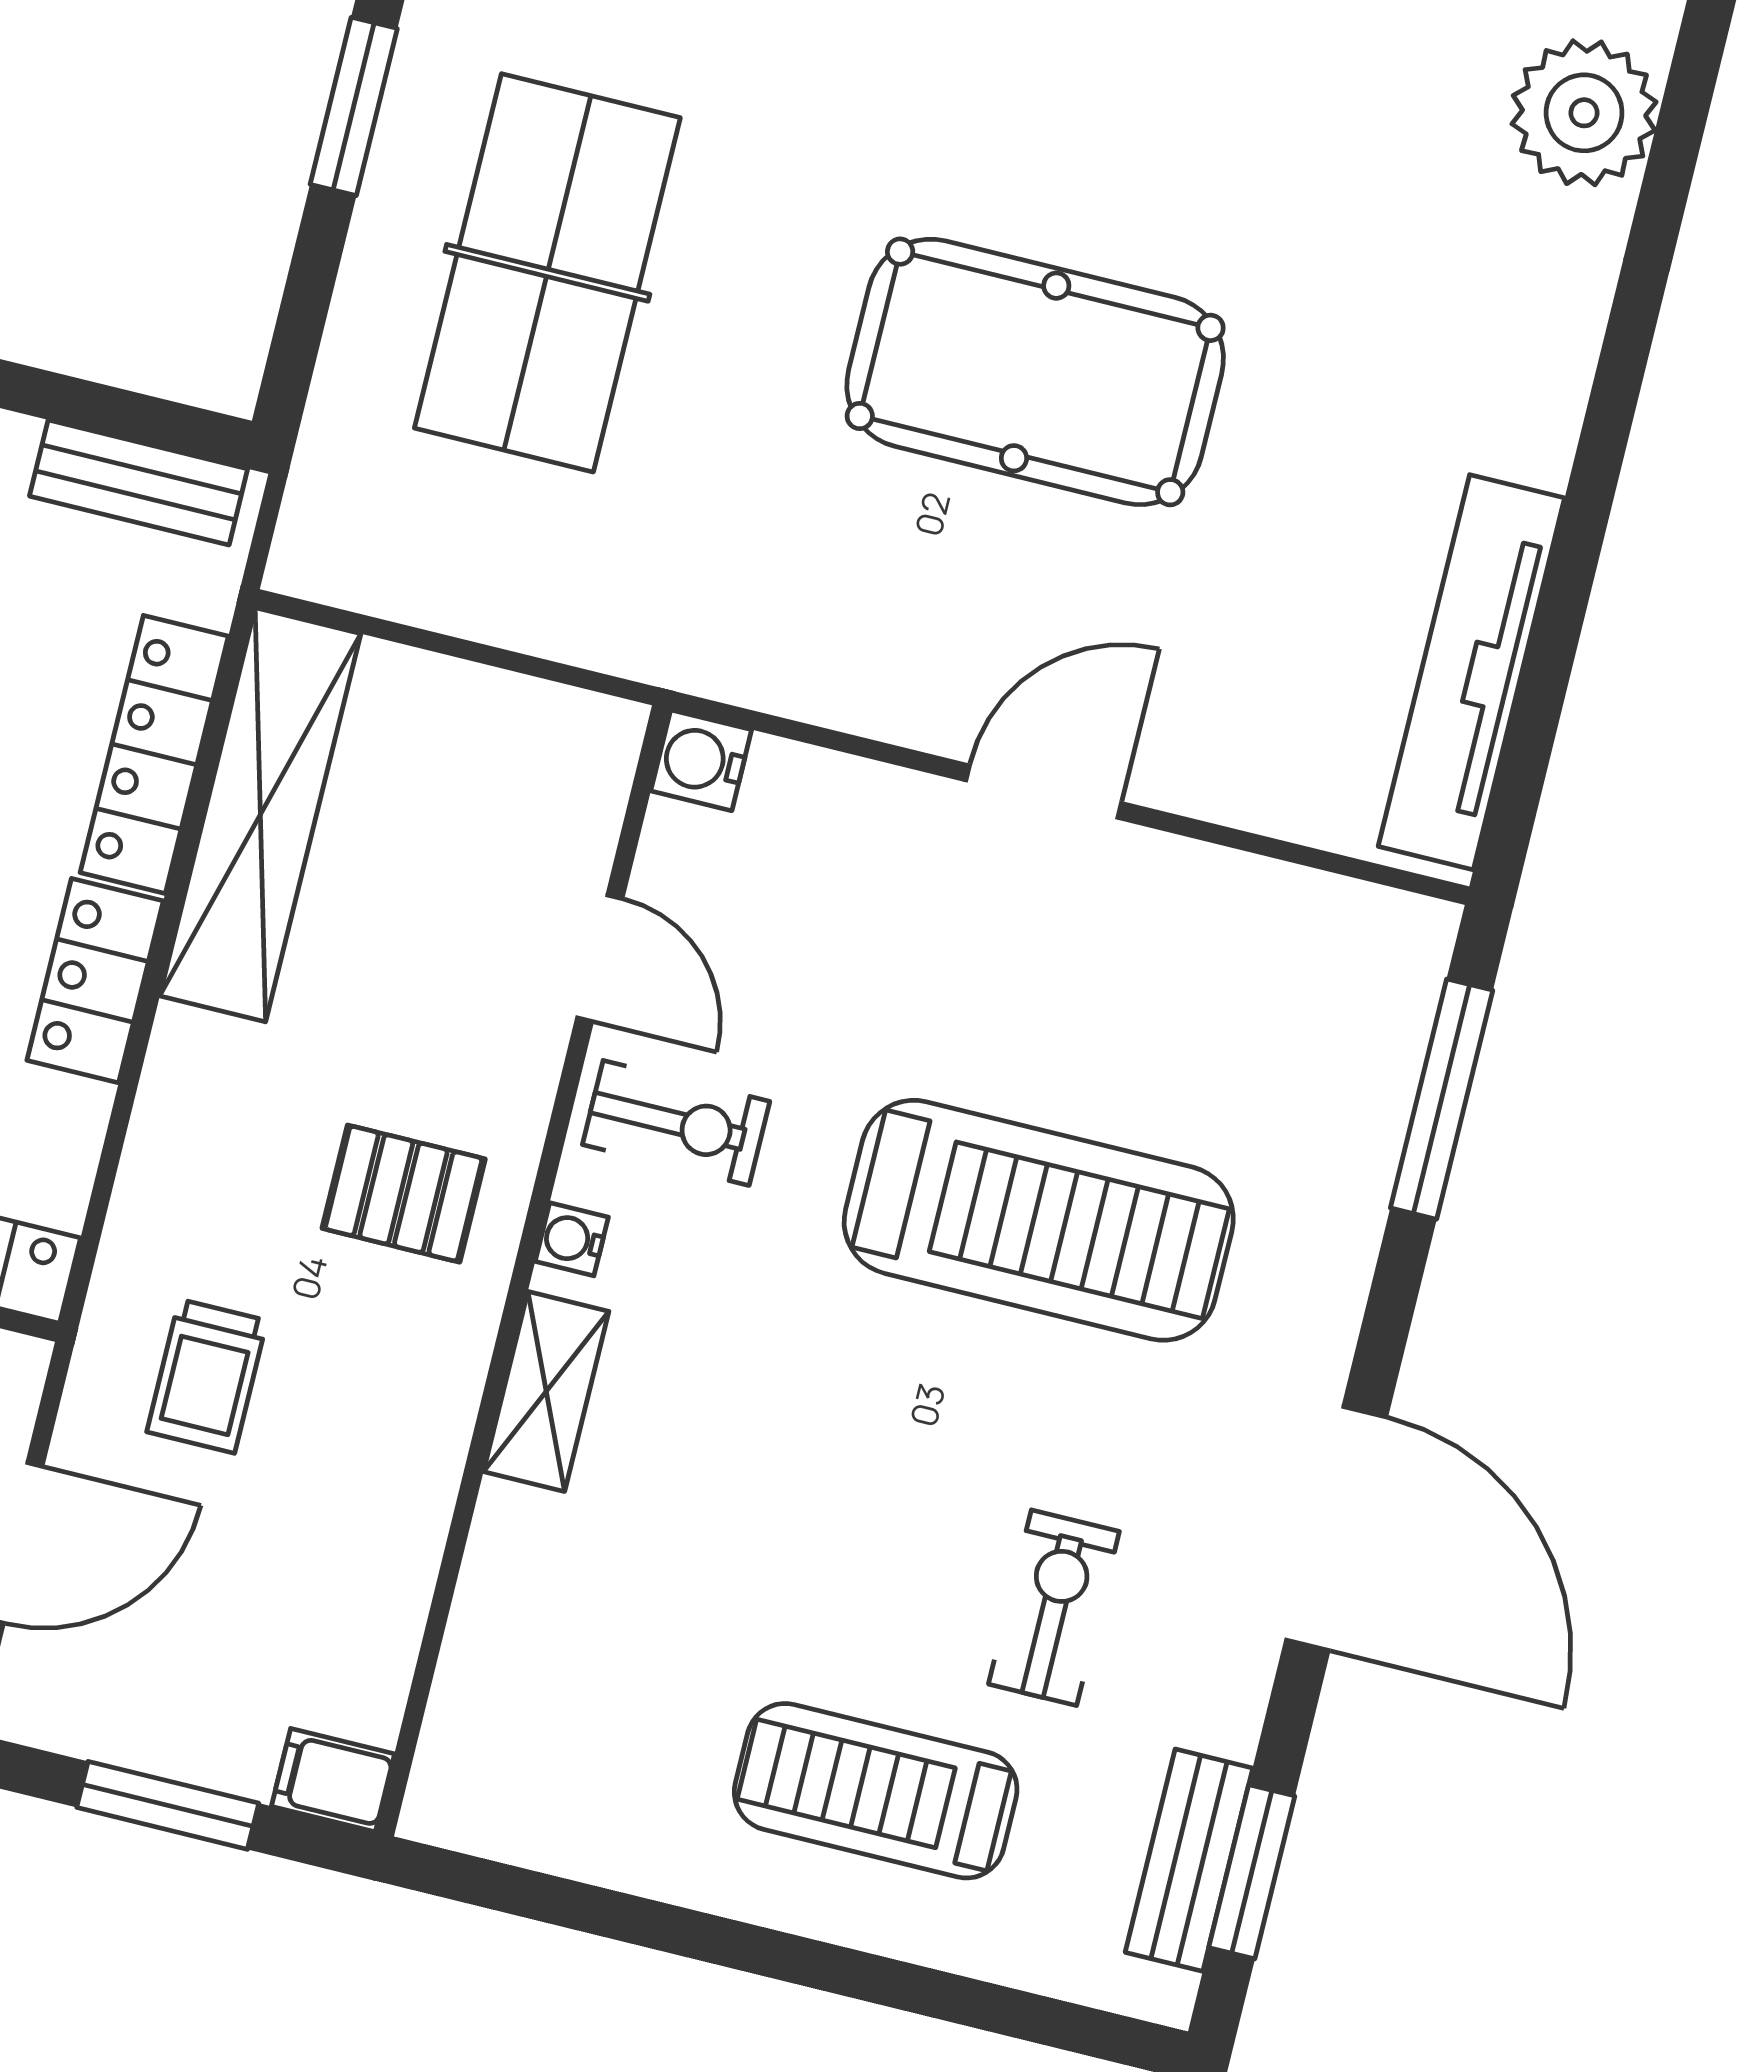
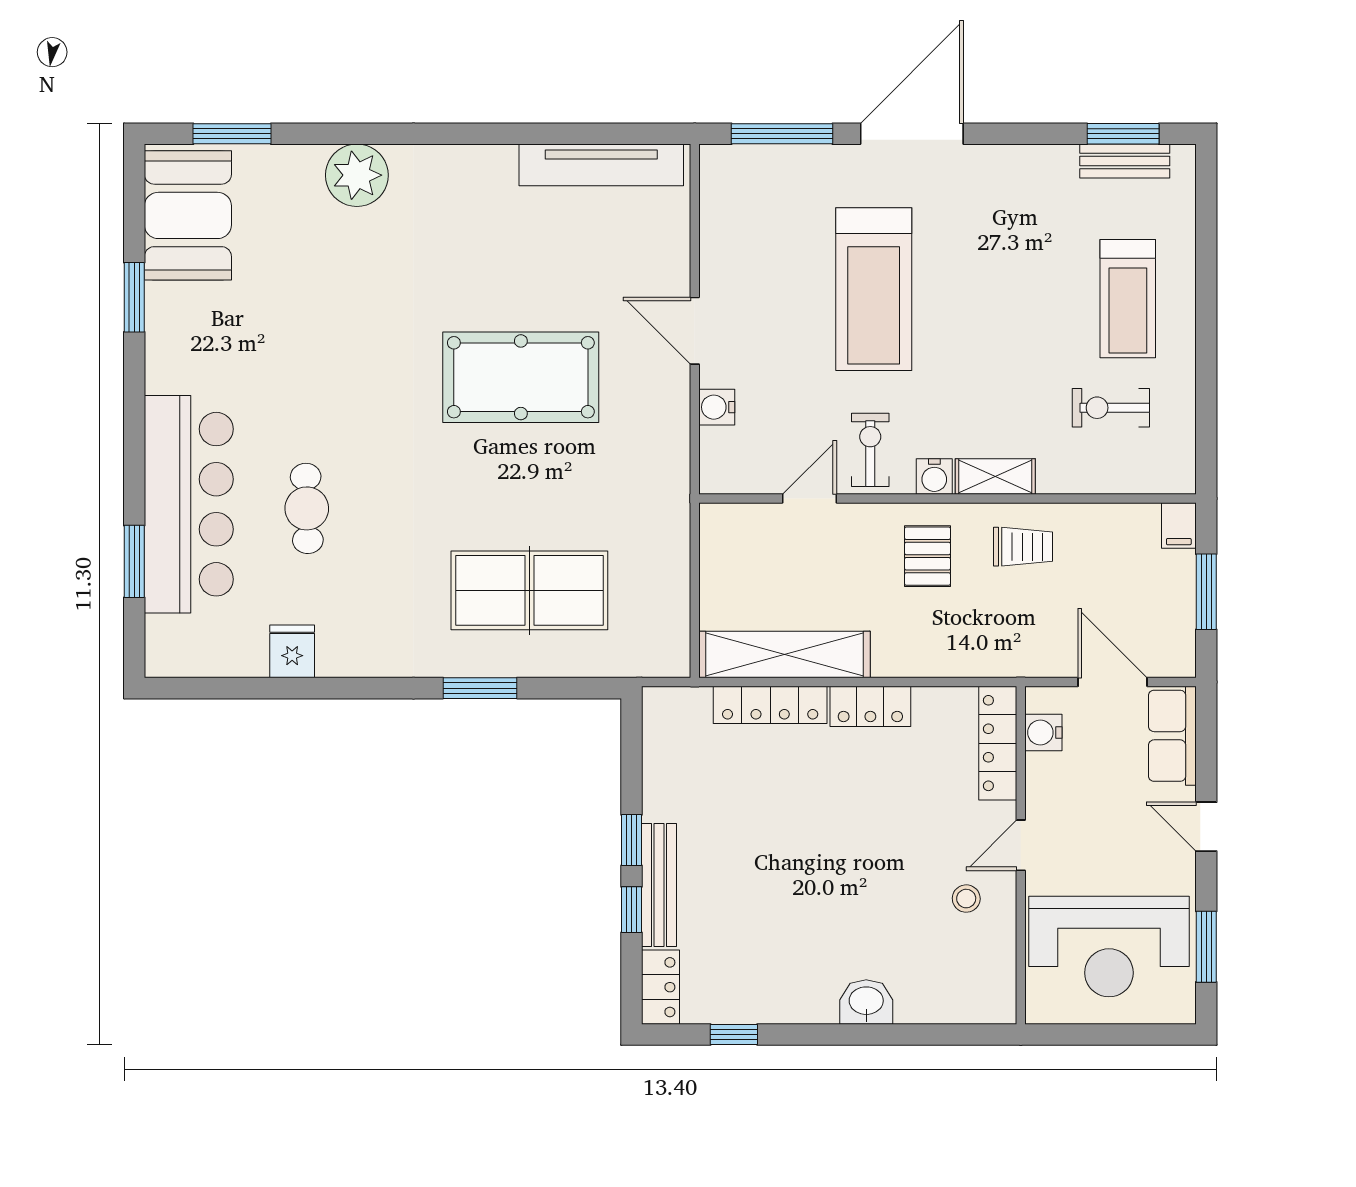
pool table: (1035, 372) -> (521, 377), turned 90
bench: (139, 482) -> (659, 739), removed
water cooler: (701, 760) -> (717, 407), moved, turned 90
treadmill: (1039, 1220) -> (874, 289), turned 180
water cooler: (572, 1239) -> (934, 476), width x1.38, depth x1.38
trolley: (207, 1376) -> (1023, 547), moved
door: (1336, 1529) -> (912, 134), moved
exercise bike: (1054, 1608) -> (1111, 408), moved

